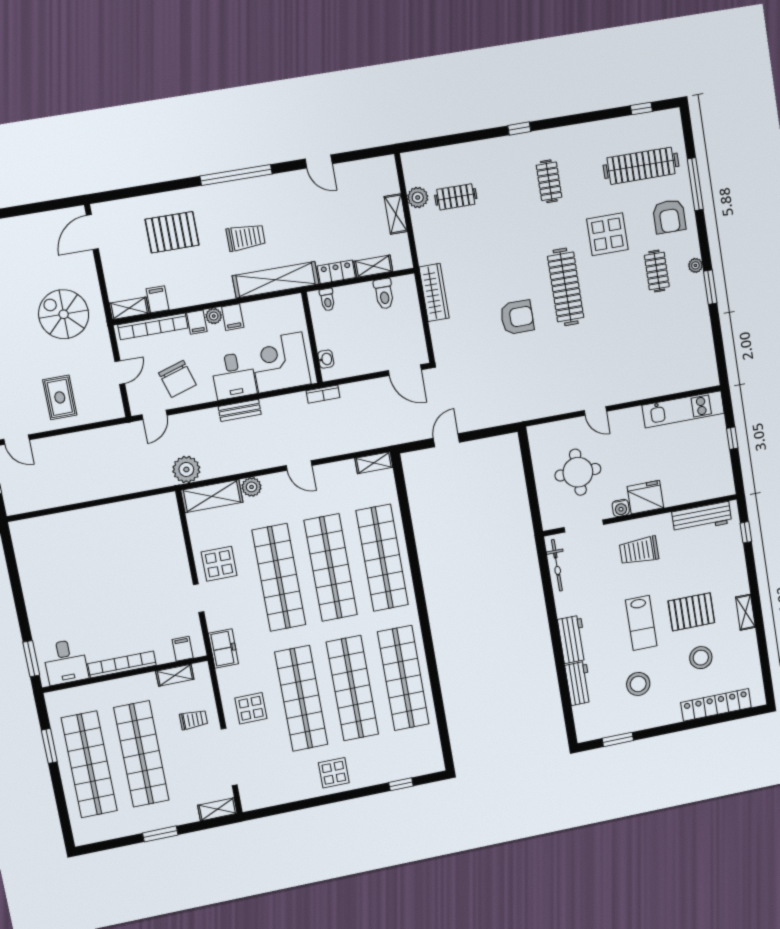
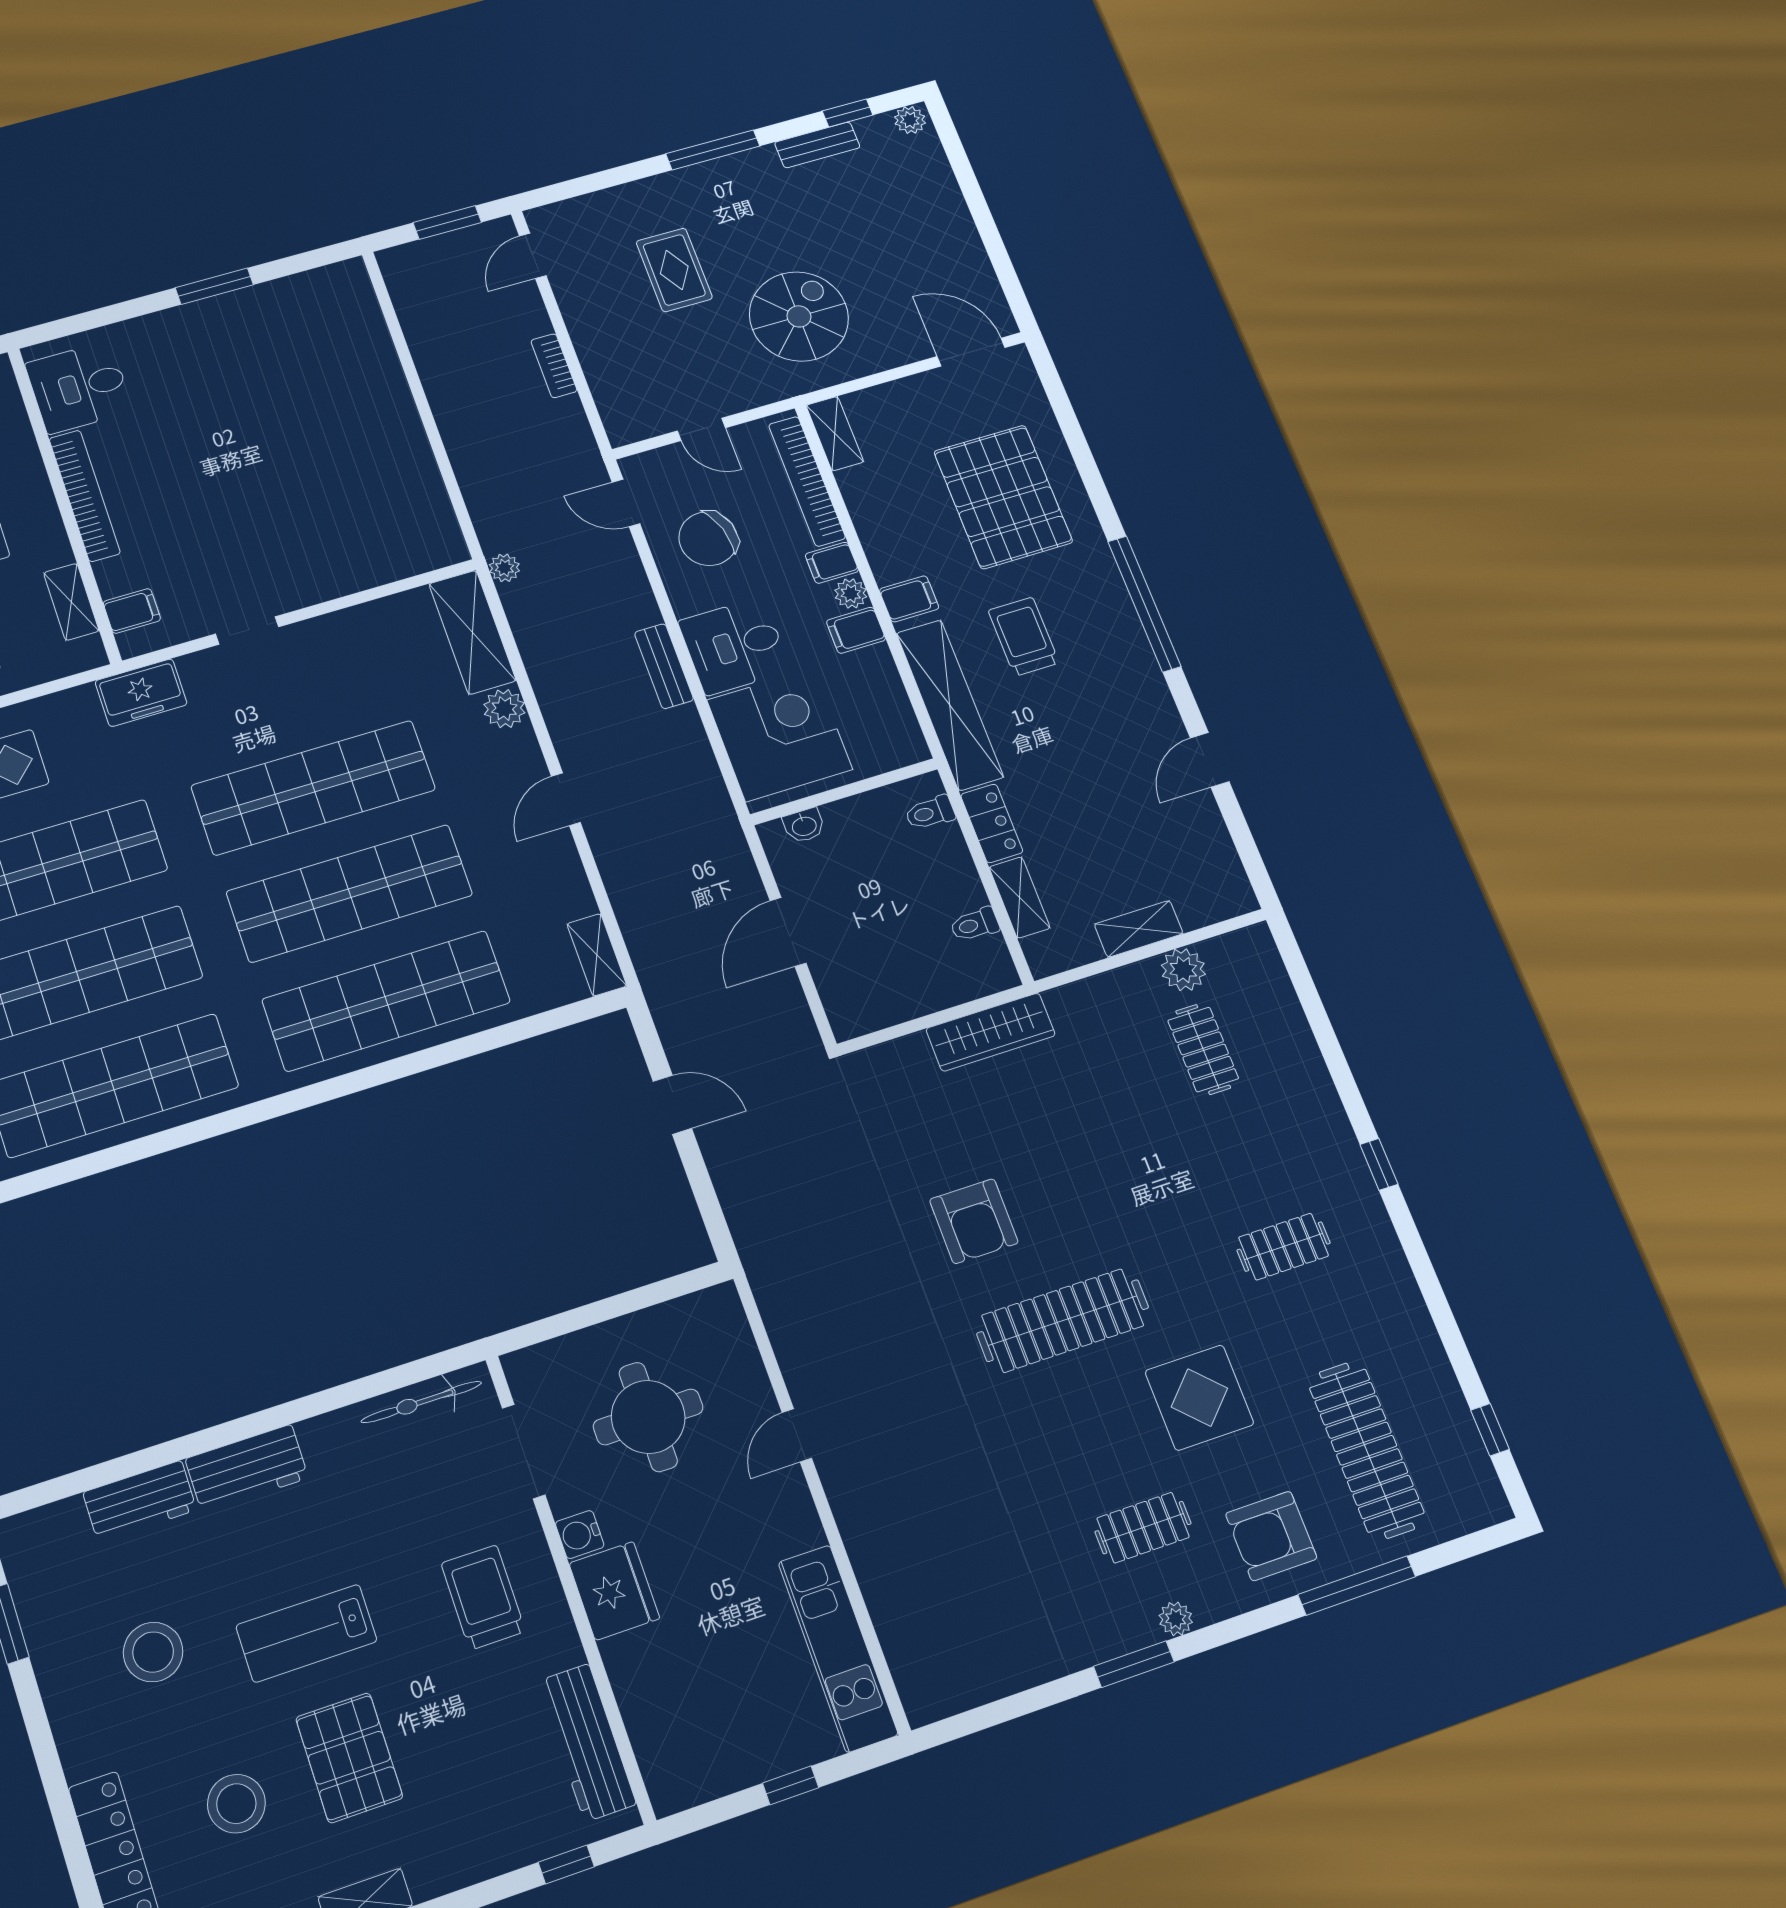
pallet: (172, 232) -> (1003, 497), width x1.37, depth x1.41
trolley: (246, 237) -> (1024, 637), turned 180
toilet: (384, 294) -> (975, 924), width x0.73, depth x0.72
filing cabinet: (157, 299) -> (909, 599), moved
door: (405, 370) -> (788, 932), moved
bookcase: (323, 394) -> (554, 366), moved
rug: (60, 397) -> (674, 270), moved, turned 90
plant: (186, 469) -> (504, 568), width x0.53, depth x0.53
display table: (219, 564) -> (328, 663), removed
window: (31, 659) -> (214, 286), moved

